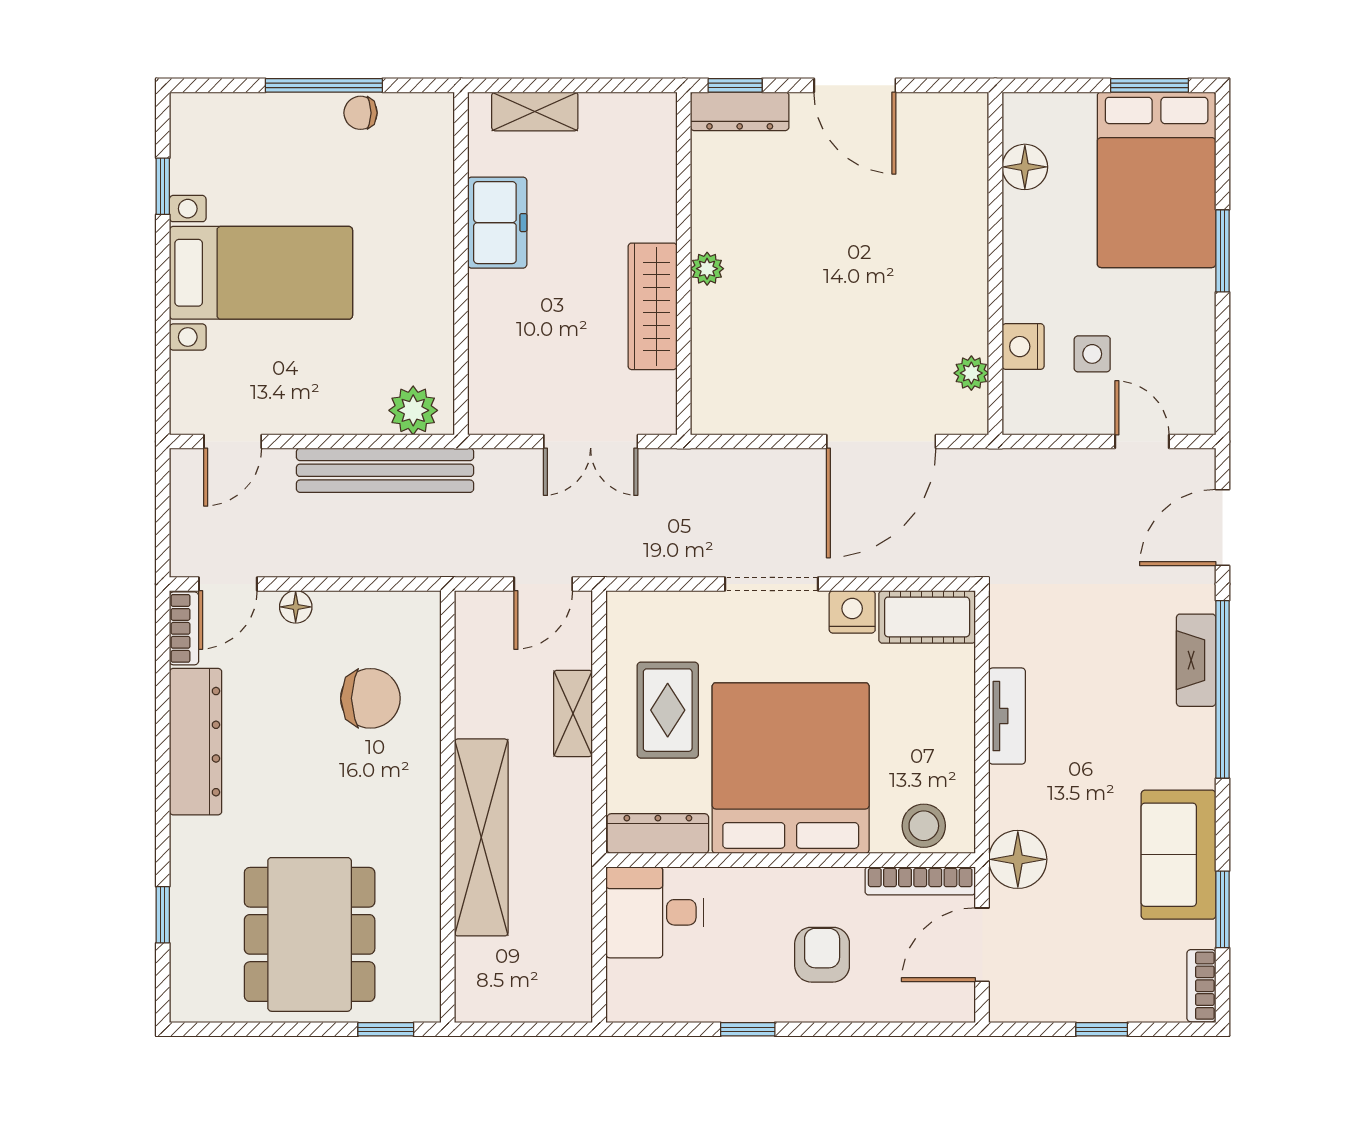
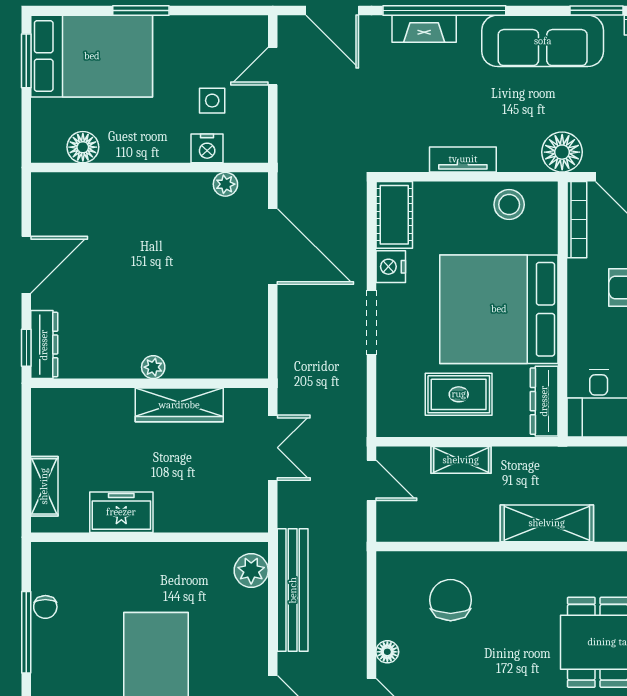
stool: (924, 826) -> (509, 205), moved
shelving: (481, 837) -> (547, 523), width x0.68
sofa: (1178, 855) -> (543, 41), width x1.36

